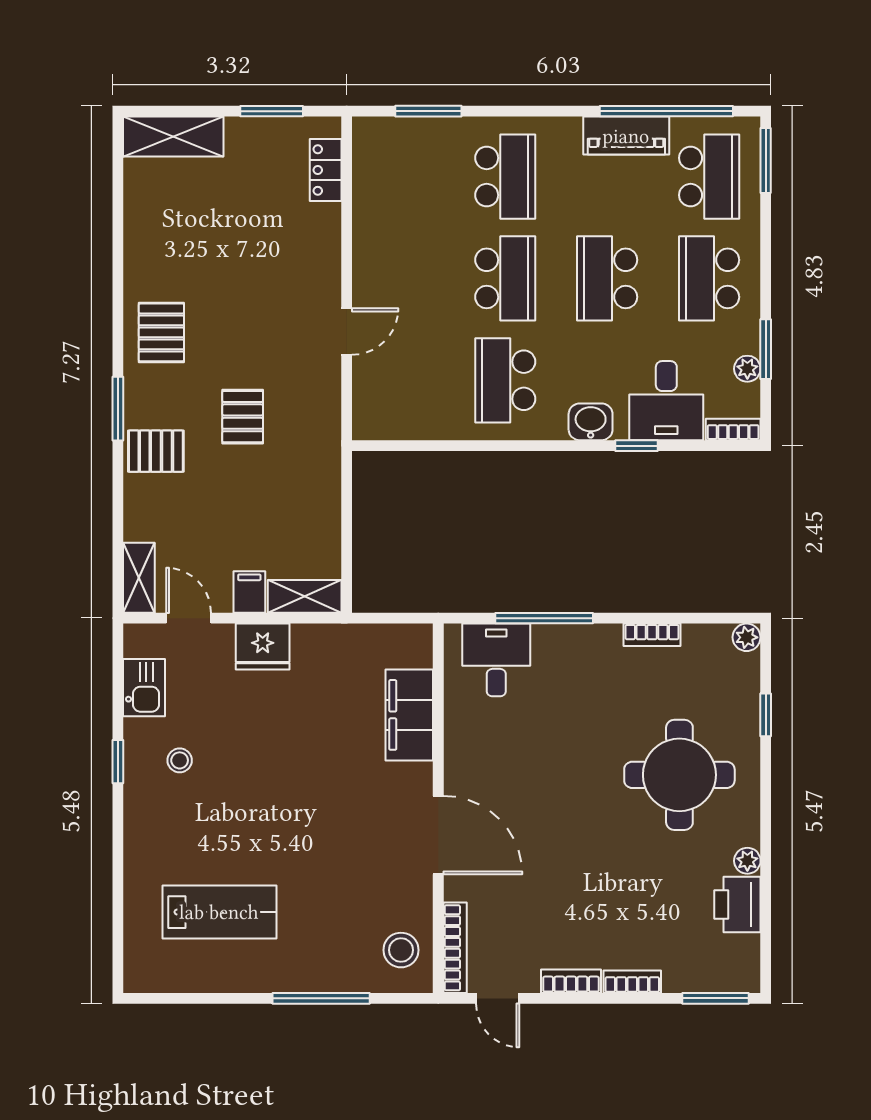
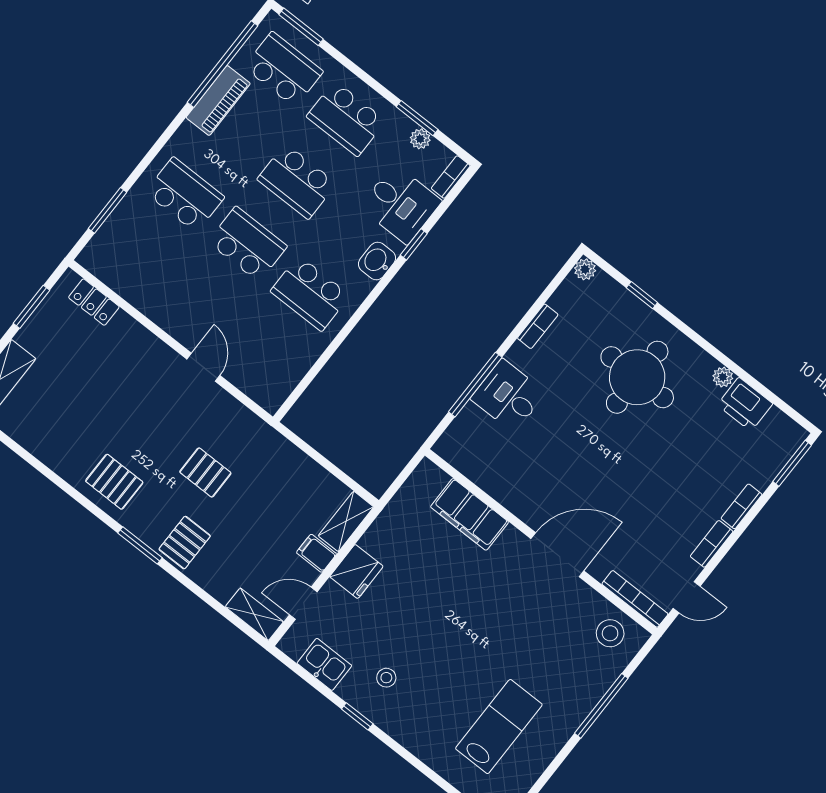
desk: (496, 660) -> (508, 396), moved

